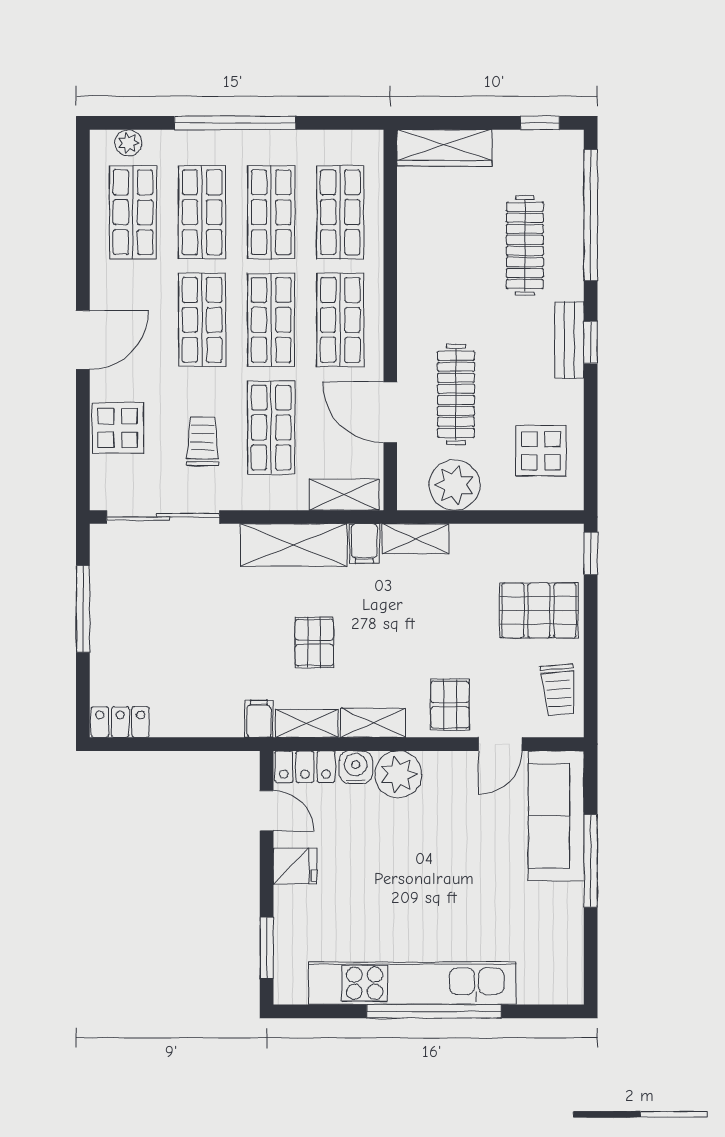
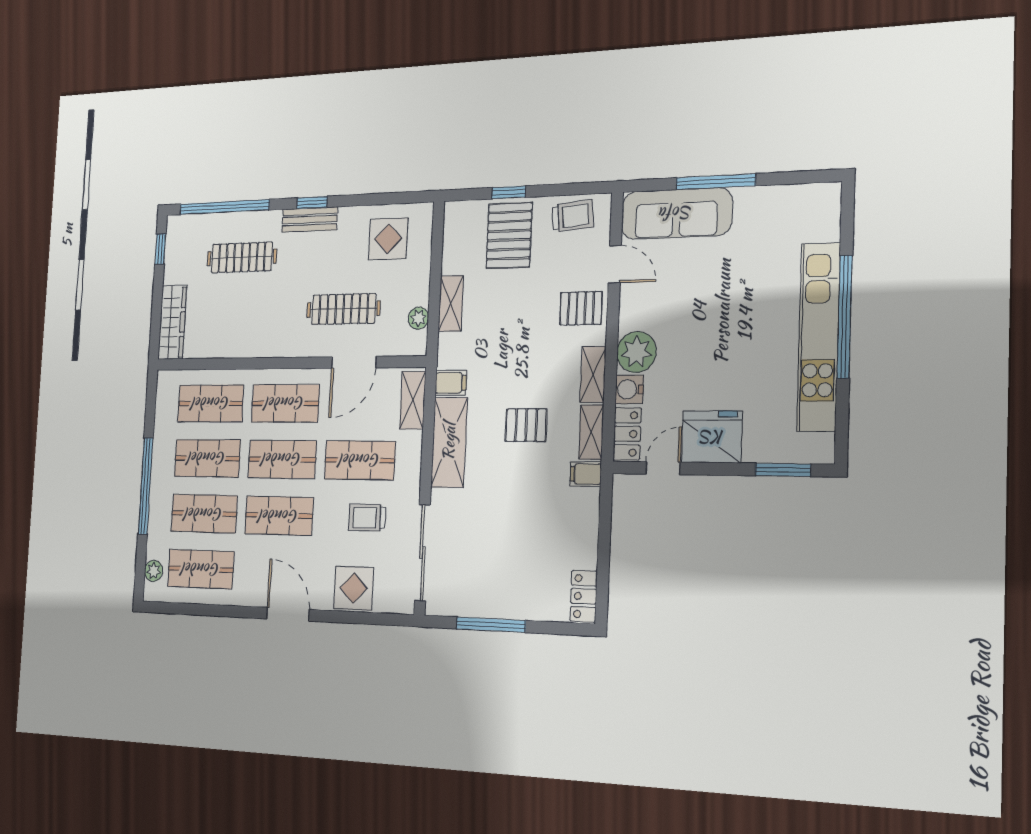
plant: (455, 485) -> (418, 318), width x0.53, depth x0.53
shelving: (415, 539) -> (451, 304), moved
window: (591, 554) -> (509, 192), moved
fridge: (295, 866) -> (712, 437), width x1.88, depth x1.34

